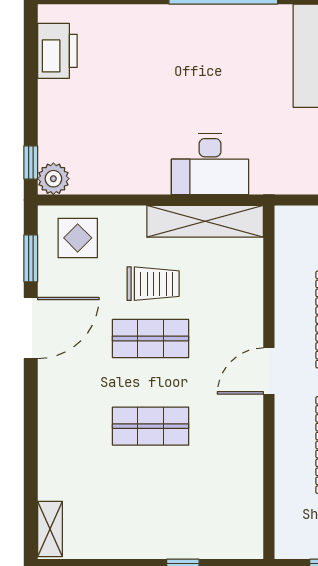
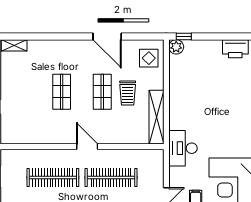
desk: (210, 164) -> (183, 148), moved
window: (31, 258) -> (139, 36), removed

